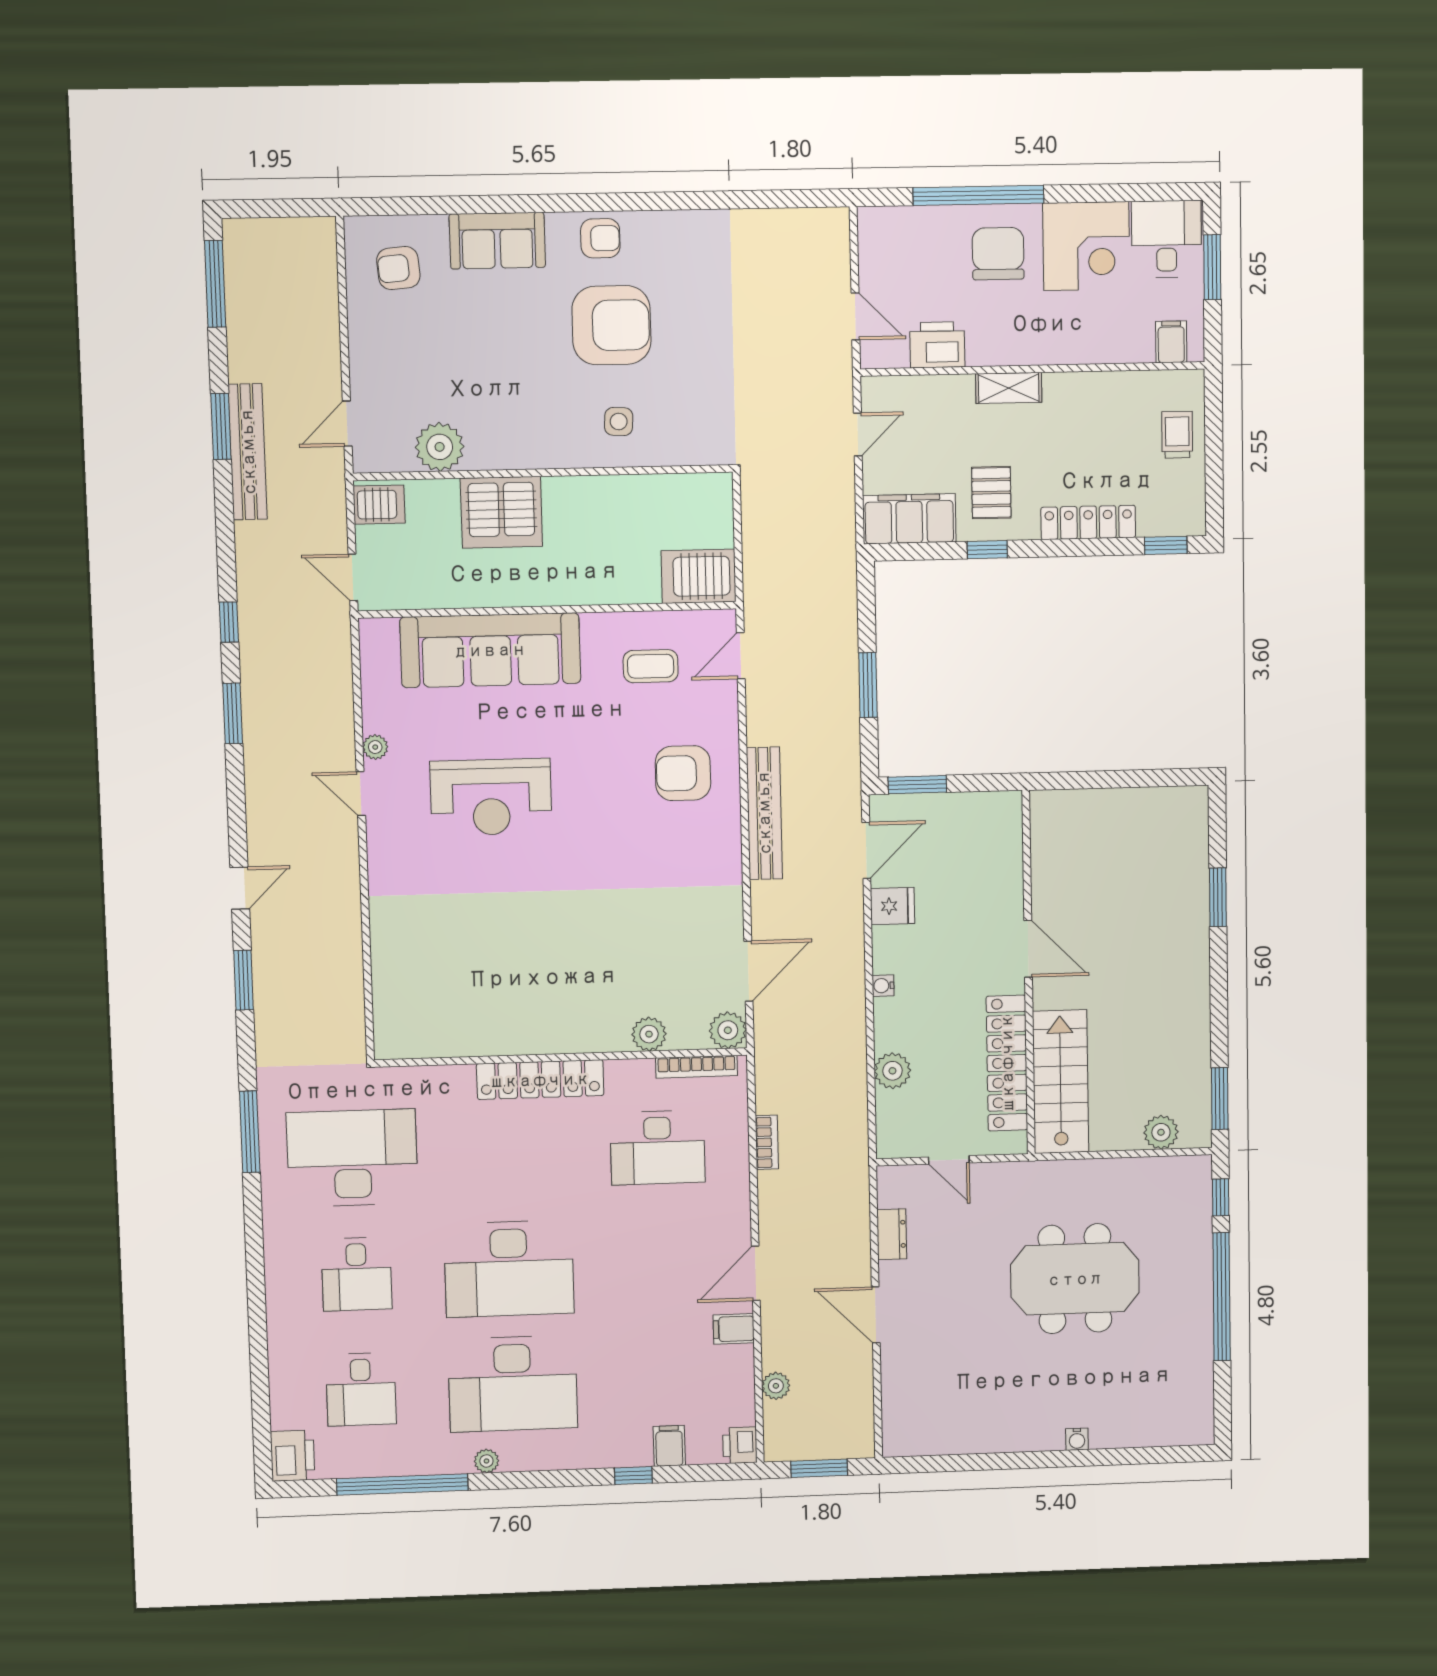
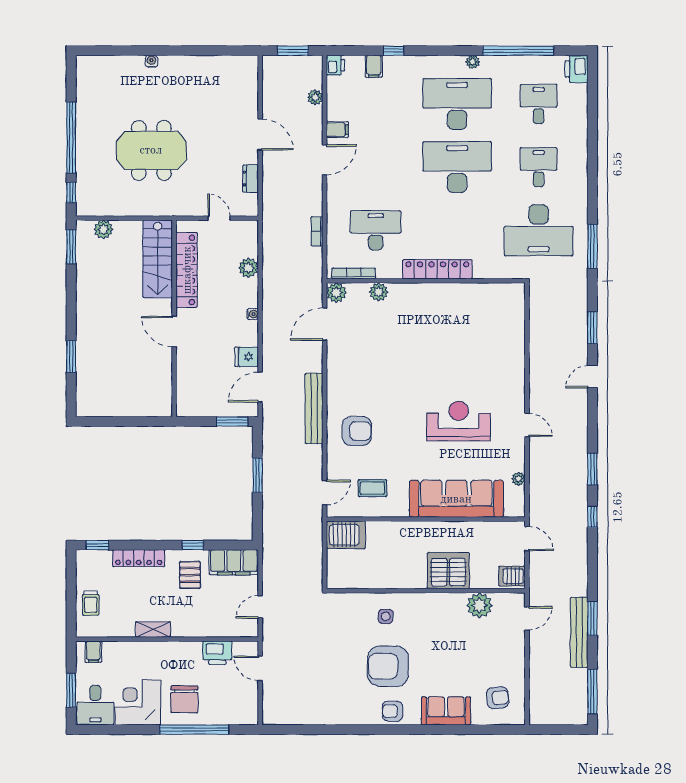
shelving: (1009, 388) -> (153, 629), moved
bench: (248, 452) -> (579, 632), moved
plant: (375, 747) -> (519, 479), moved

